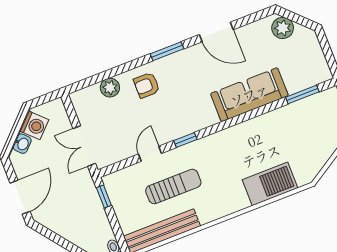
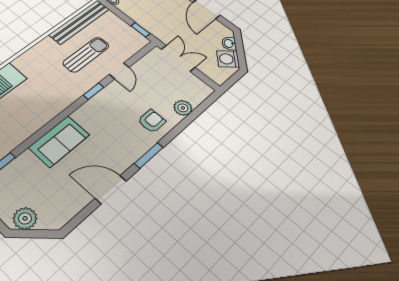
plant: (283, 28) -> (25, 218), moved
sofa: (249, 95) -> (59, 141), width x0.73
sun lounger: (173, 186) -> (86, 55), turned 180

